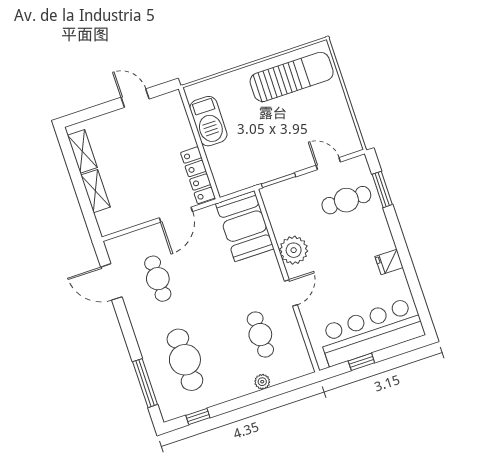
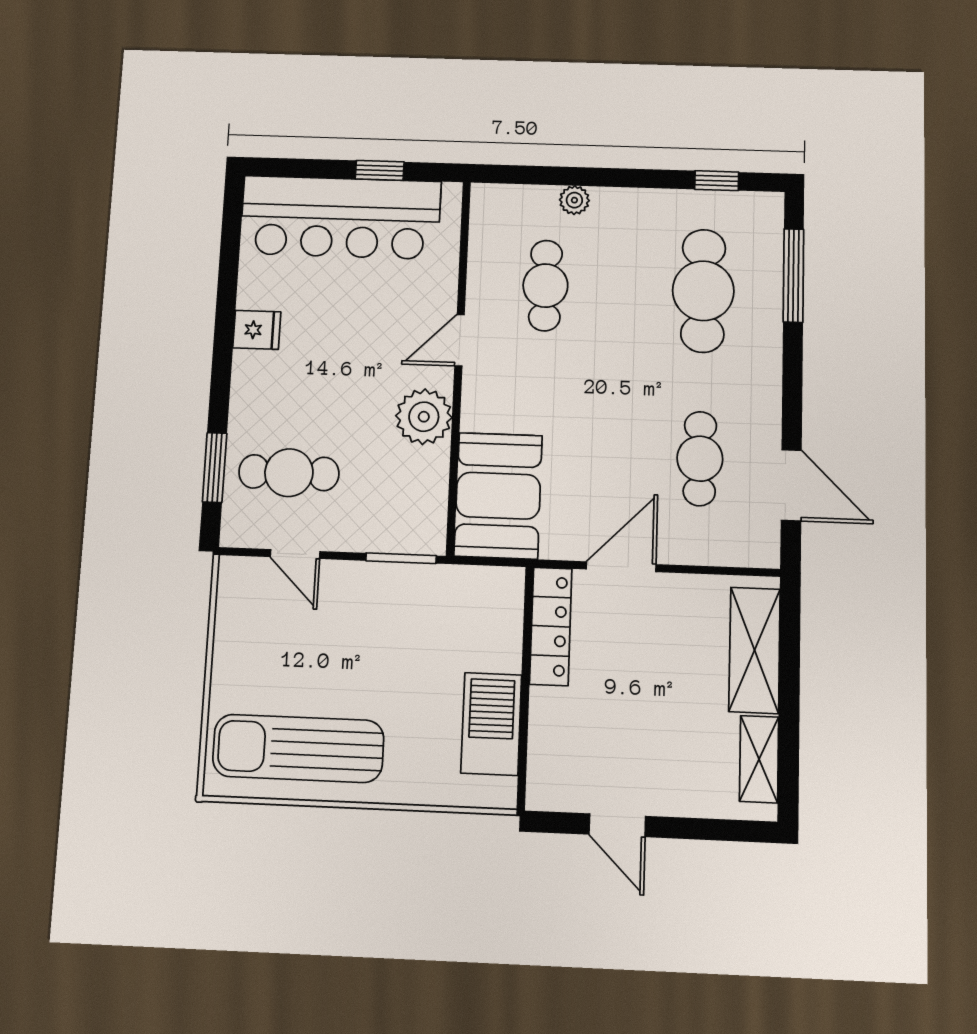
shelving: (96, 191) -> (755, 650), width x1.50, depth x1.33

